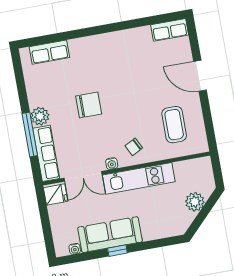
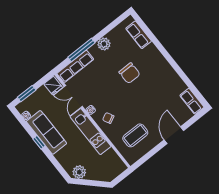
chair: (89, 105) -> (130, 73), moved
plant: (40, 116) -> (104, 44), moved
plant: (195, 202) -> (79, 172), moved
window: (47, 233) -> (27, 94), added

